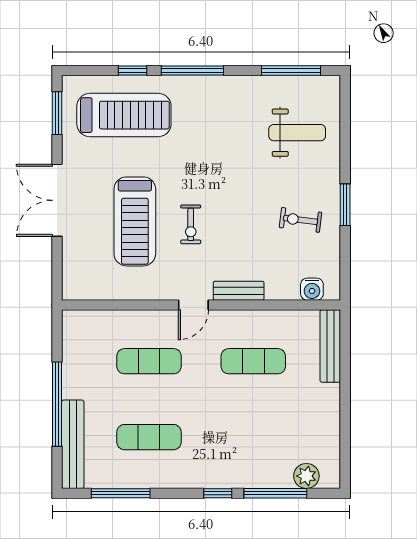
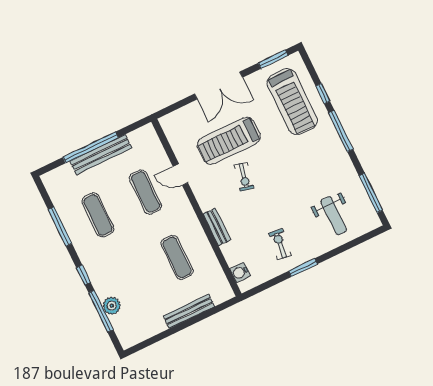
double door: (57, 200) -> (218, 86), swing flipped
exercise bike: (191, 224) -> (244, 177), turned -78
door: (193, 305) -> (180, 175), moved
bench: (330, 346) -> (189, 311), moved
bench: (73, 444) -> (101, 155), moved
plant: (306, 476) -> (112, 306), moved
window: (121, 493) -> (60, 227), moved

